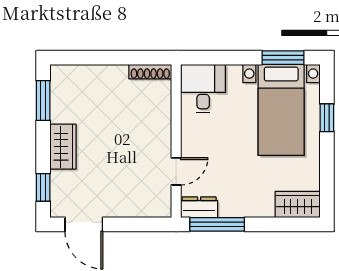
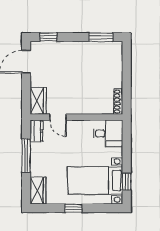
window: (283, 58) -> (127, 182), width x0.67
window: (327, 118) -> (74, 208), moved
wardrobe: (63, 147) -> (38, 101), moved, turned -90
window: (217, 224) -> (26, 155), moved

